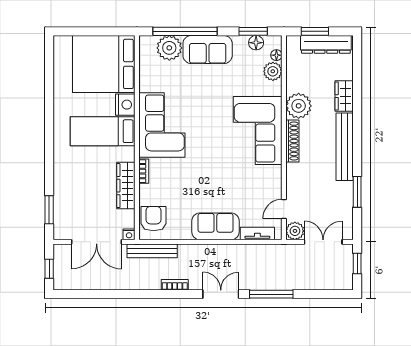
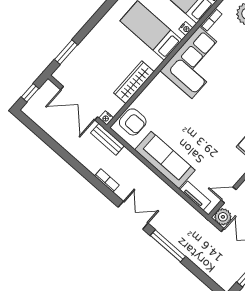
nightstand: (125, 105) -> (186, 29), width x0.53, depth x0.56
bookcase: (144, 171) -> (211, 20), moved
armchair: (154, 219) -> (133, 122), turned 90
sofa: (215, 226) -> (165, 160), width x1.36
bench: (152, 251) -> (107, 139), width x0.73

